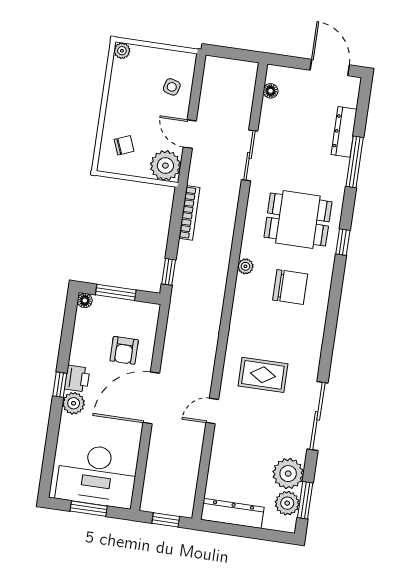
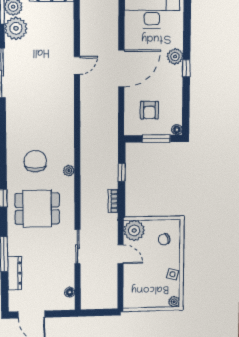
side table: (172, 87) -> (172, 274), moved
bookcase: (189, 213) -> (113, 201), width x0.64
window: (169, 272) -> (122, 172), moved
chair: (290, 287) -> (35, 161), turned 90
armchair: (124, 350) -> (149, 110), moved, turned 180
rug: (263, 375) -> (45, 97), removed
printer: (77, 379) -> (175, 74), removed

